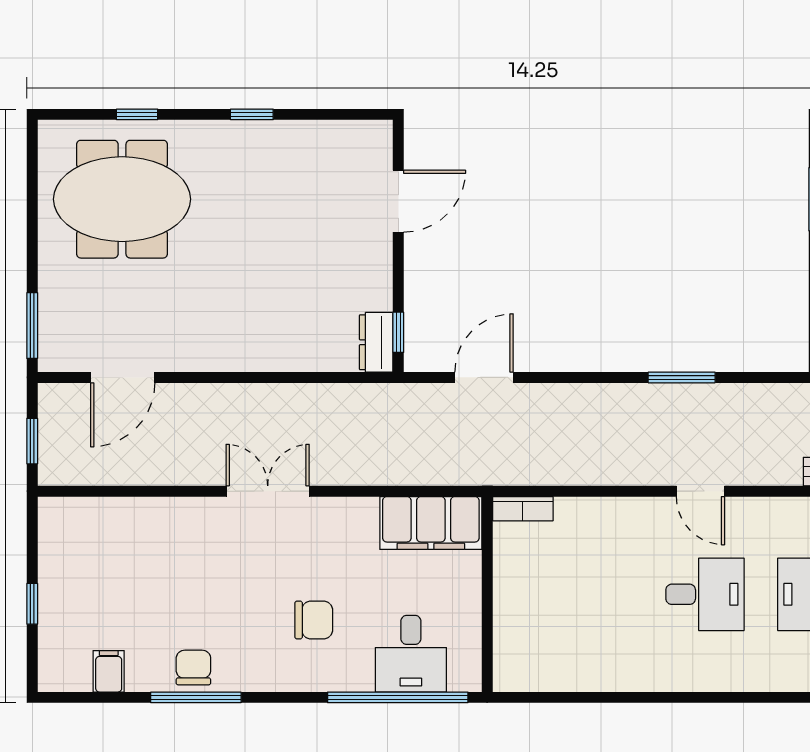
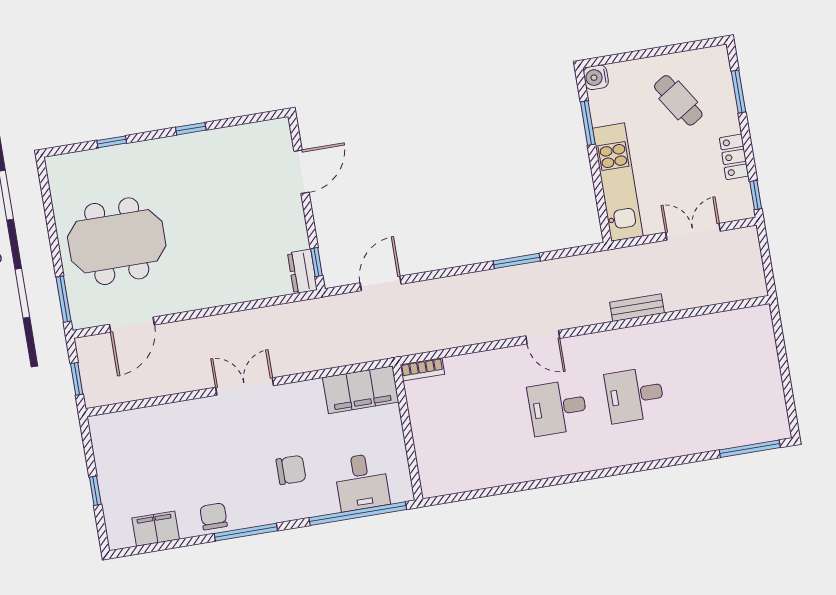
meeting table: (122, 199) -> (117, 241), moved
desk: (705, 594) -> (558, 408), turned 180
filing cabinet: (109, 671) -> (156, 529), width x2.00
window: (196, 697) -> (246, 532), moved

